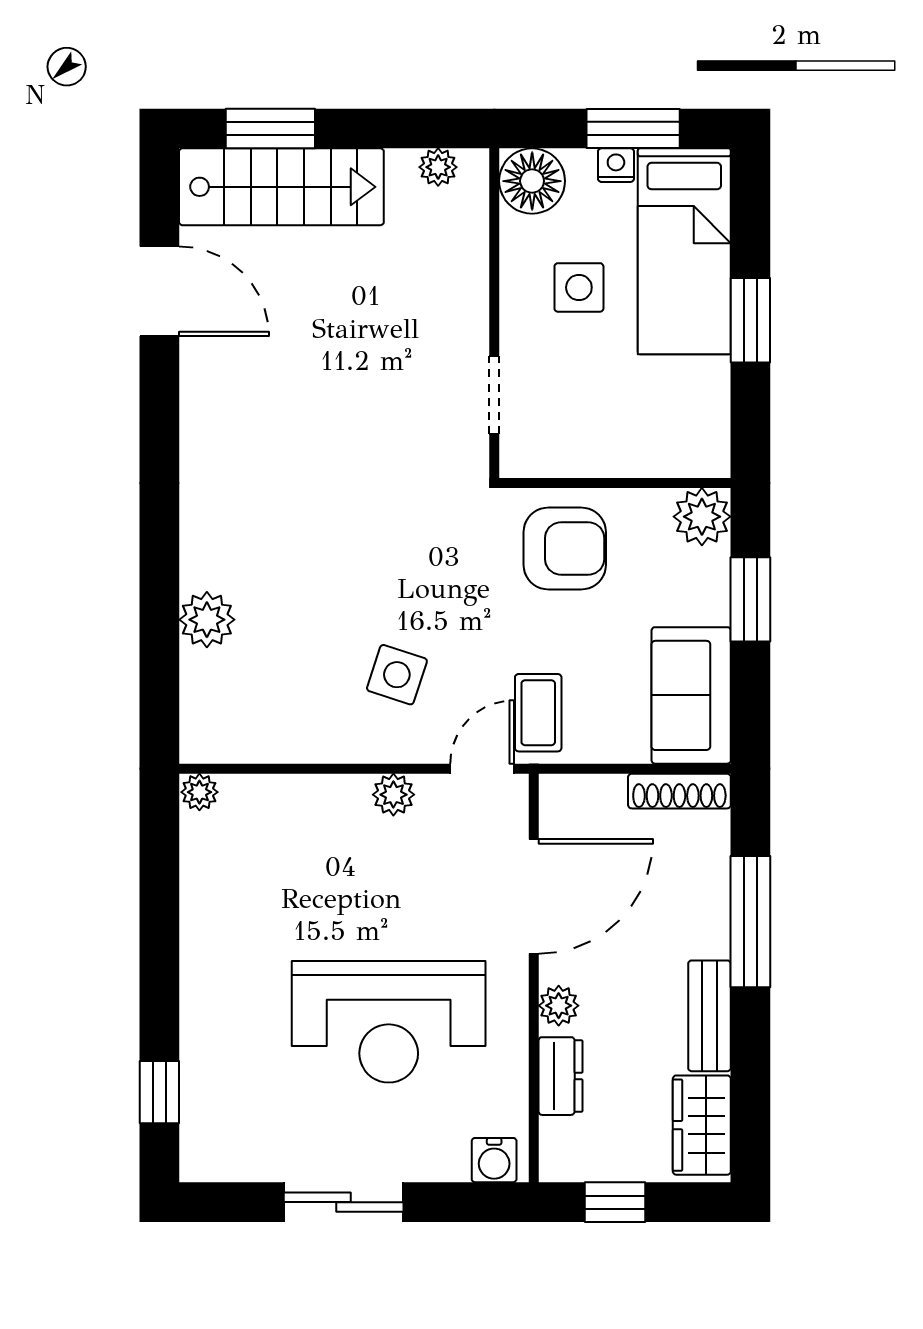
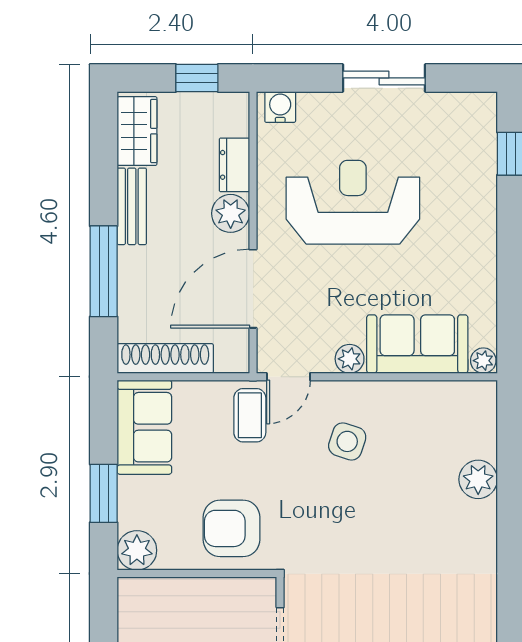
shoe rack: (679, 791) -> (165, 358), width x1.36, depth x1.24
sofa: (295, 816) -> (417, 344), added
plant: (559, 1006) -> (231, 213), width x1.38, depth x1.38

